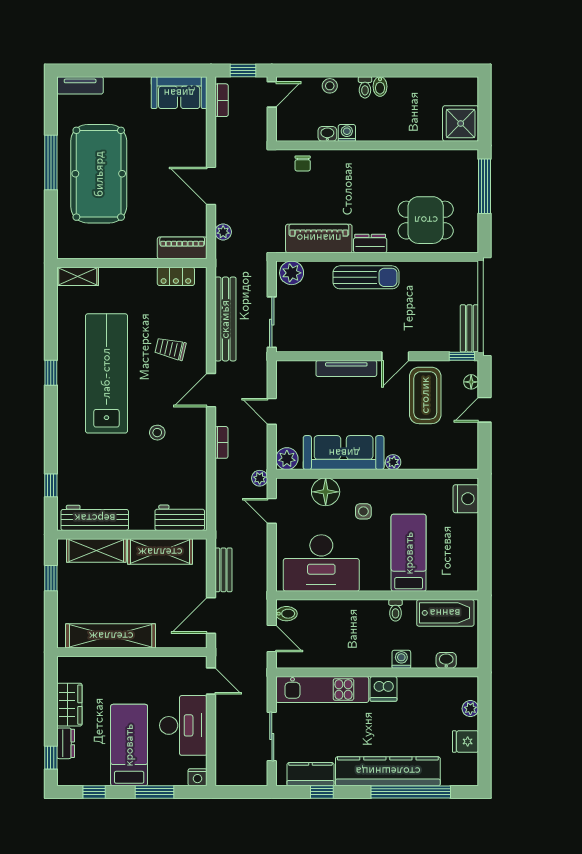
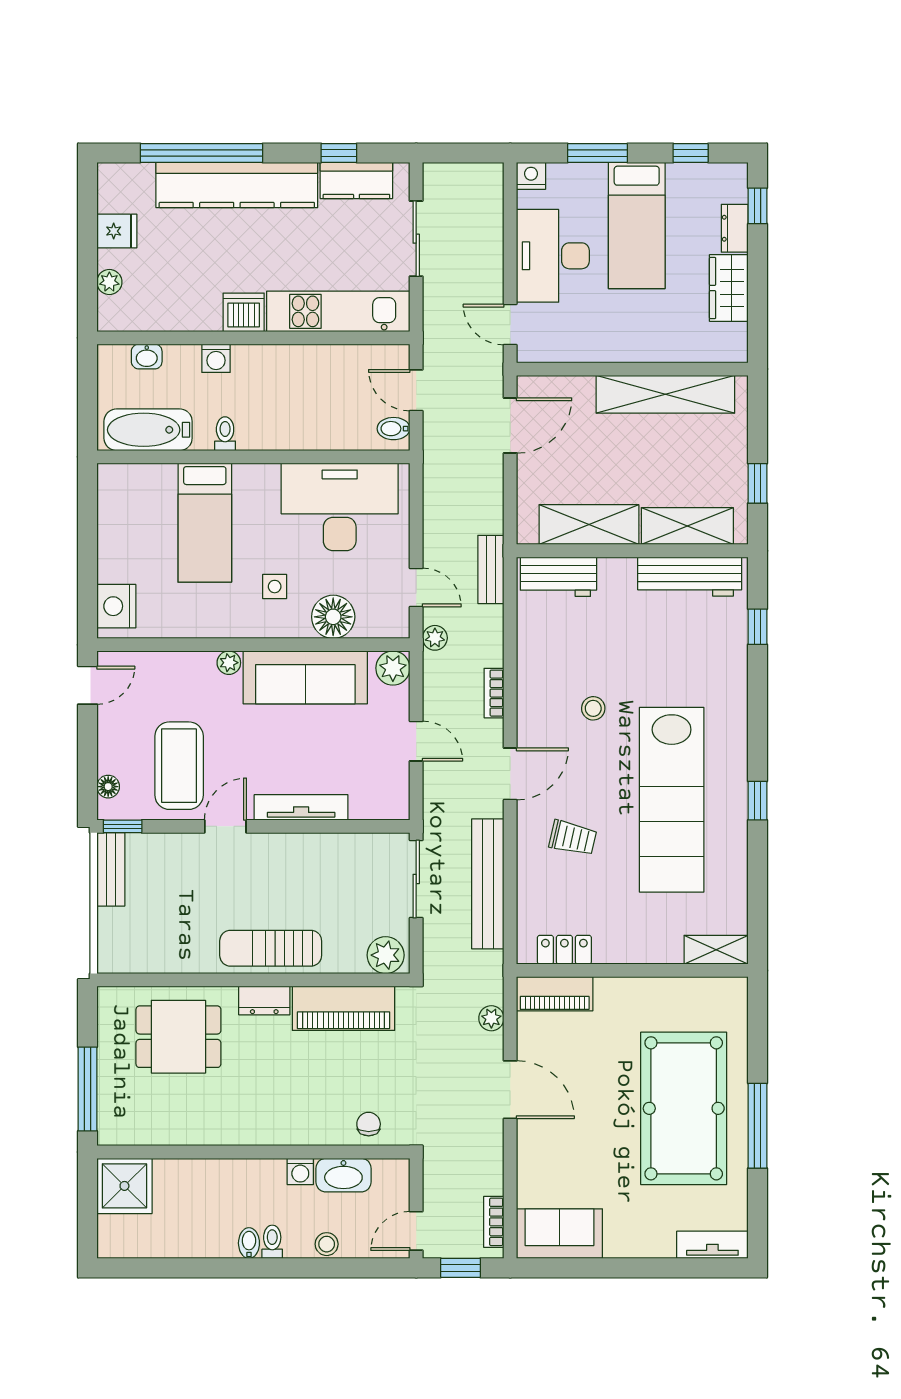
washbasin: (327, 134) -> (343, 1175), width x1.91, depth x1.45
door: (485, 410) -> (87, 685), moved
bench: (223, 570) -> (491, 569), moved

